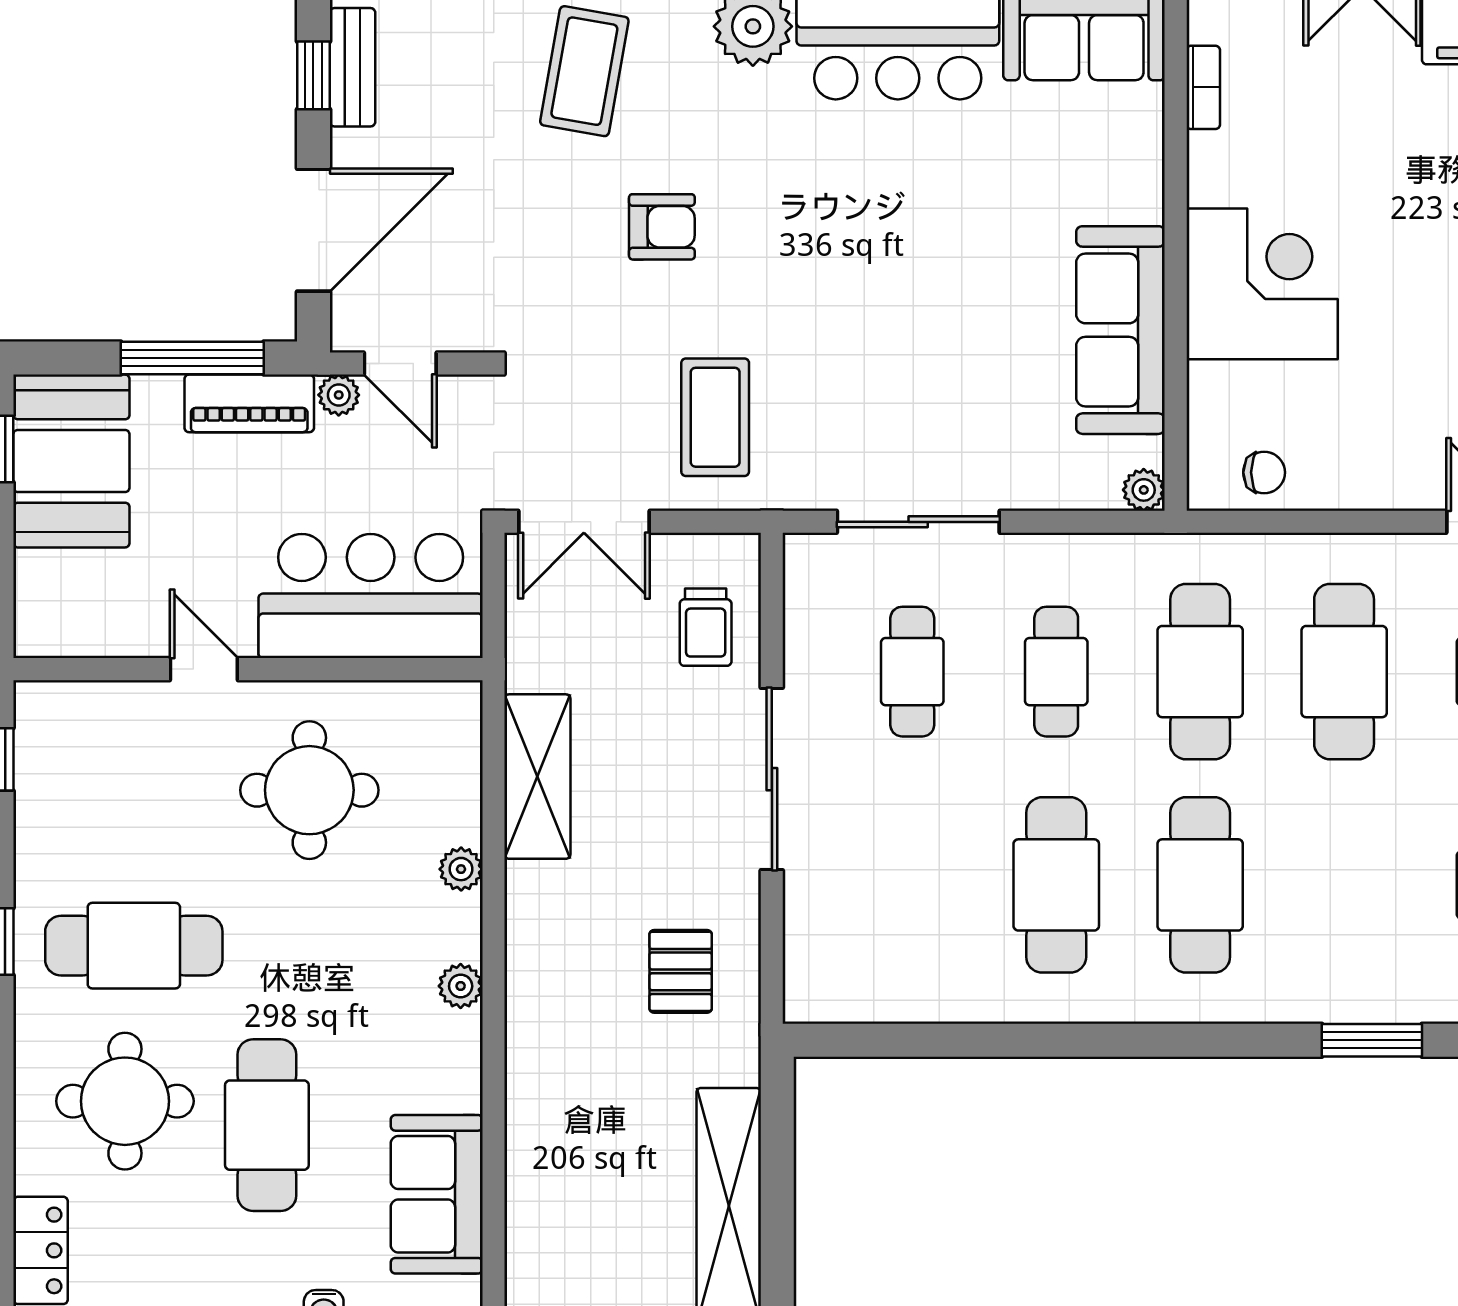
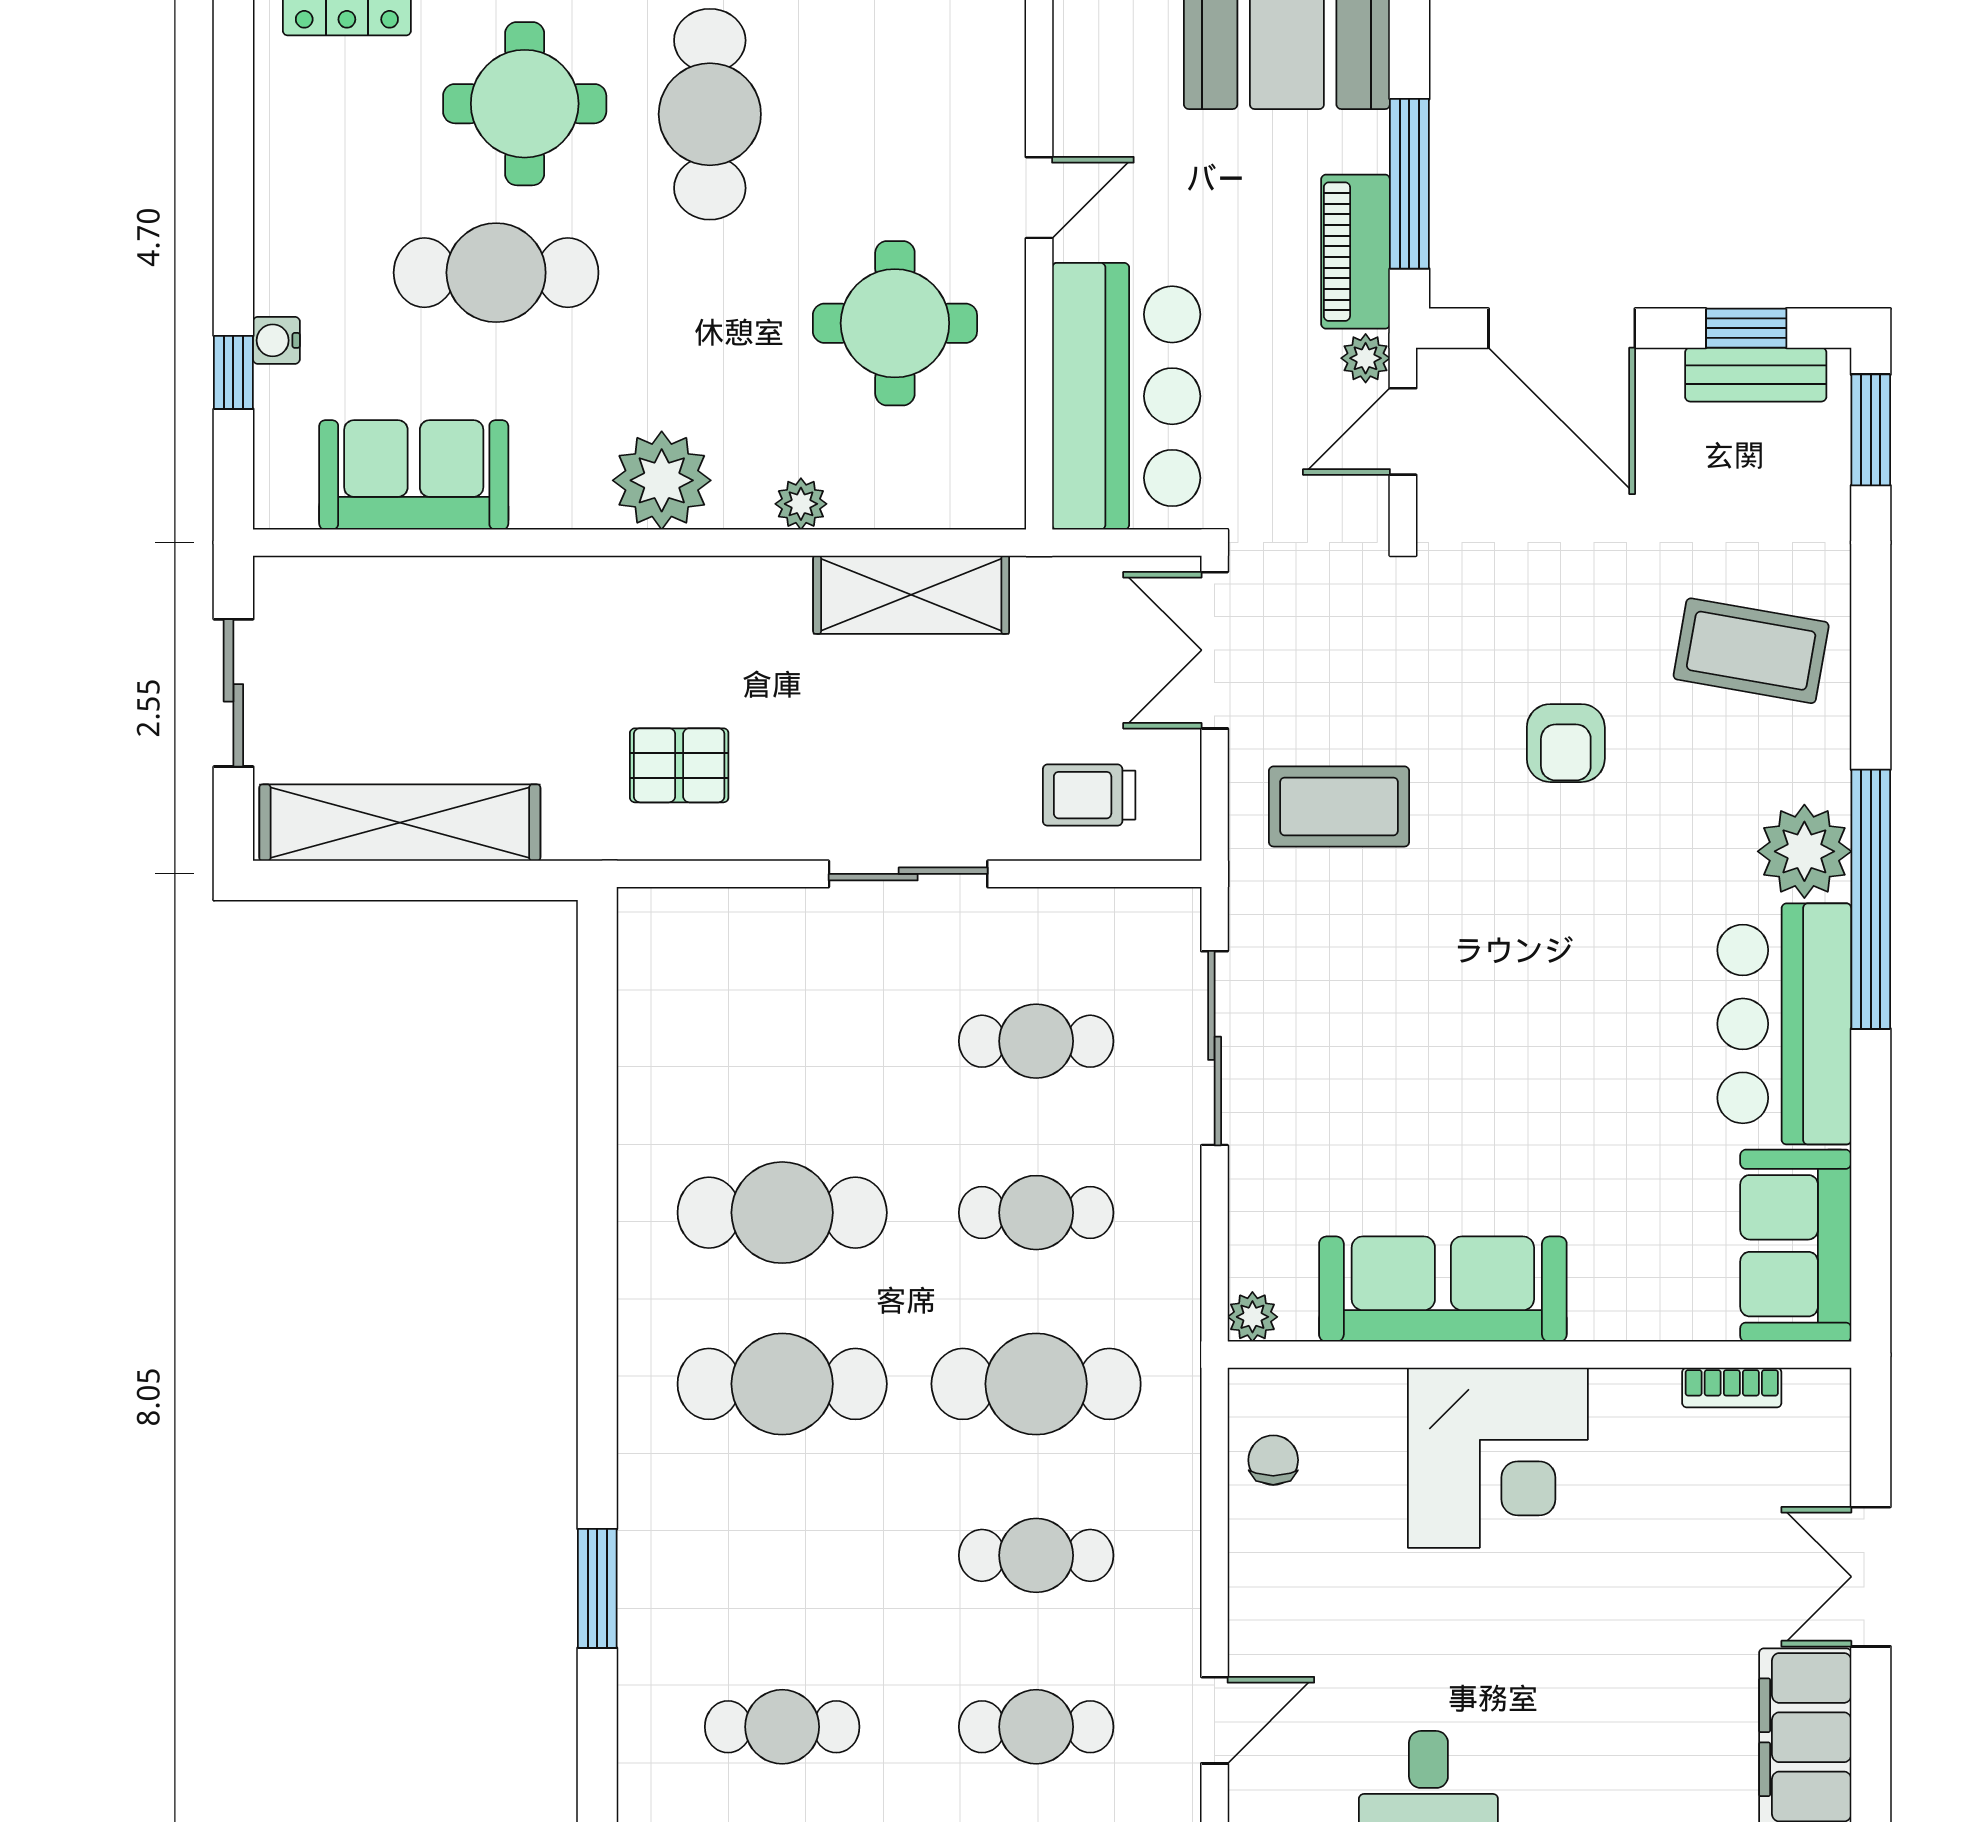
chair: (1264, 472) -> (1273, 1460), turned 180
cafe table: (1344, 672) -> (1036, 1555), width x0.73, depth x0.74
sliding door: (772, 779) -> (908, 874), width x0.73
plant: (461, 986) -> (662, 480), width x1.88, depth x1.88

